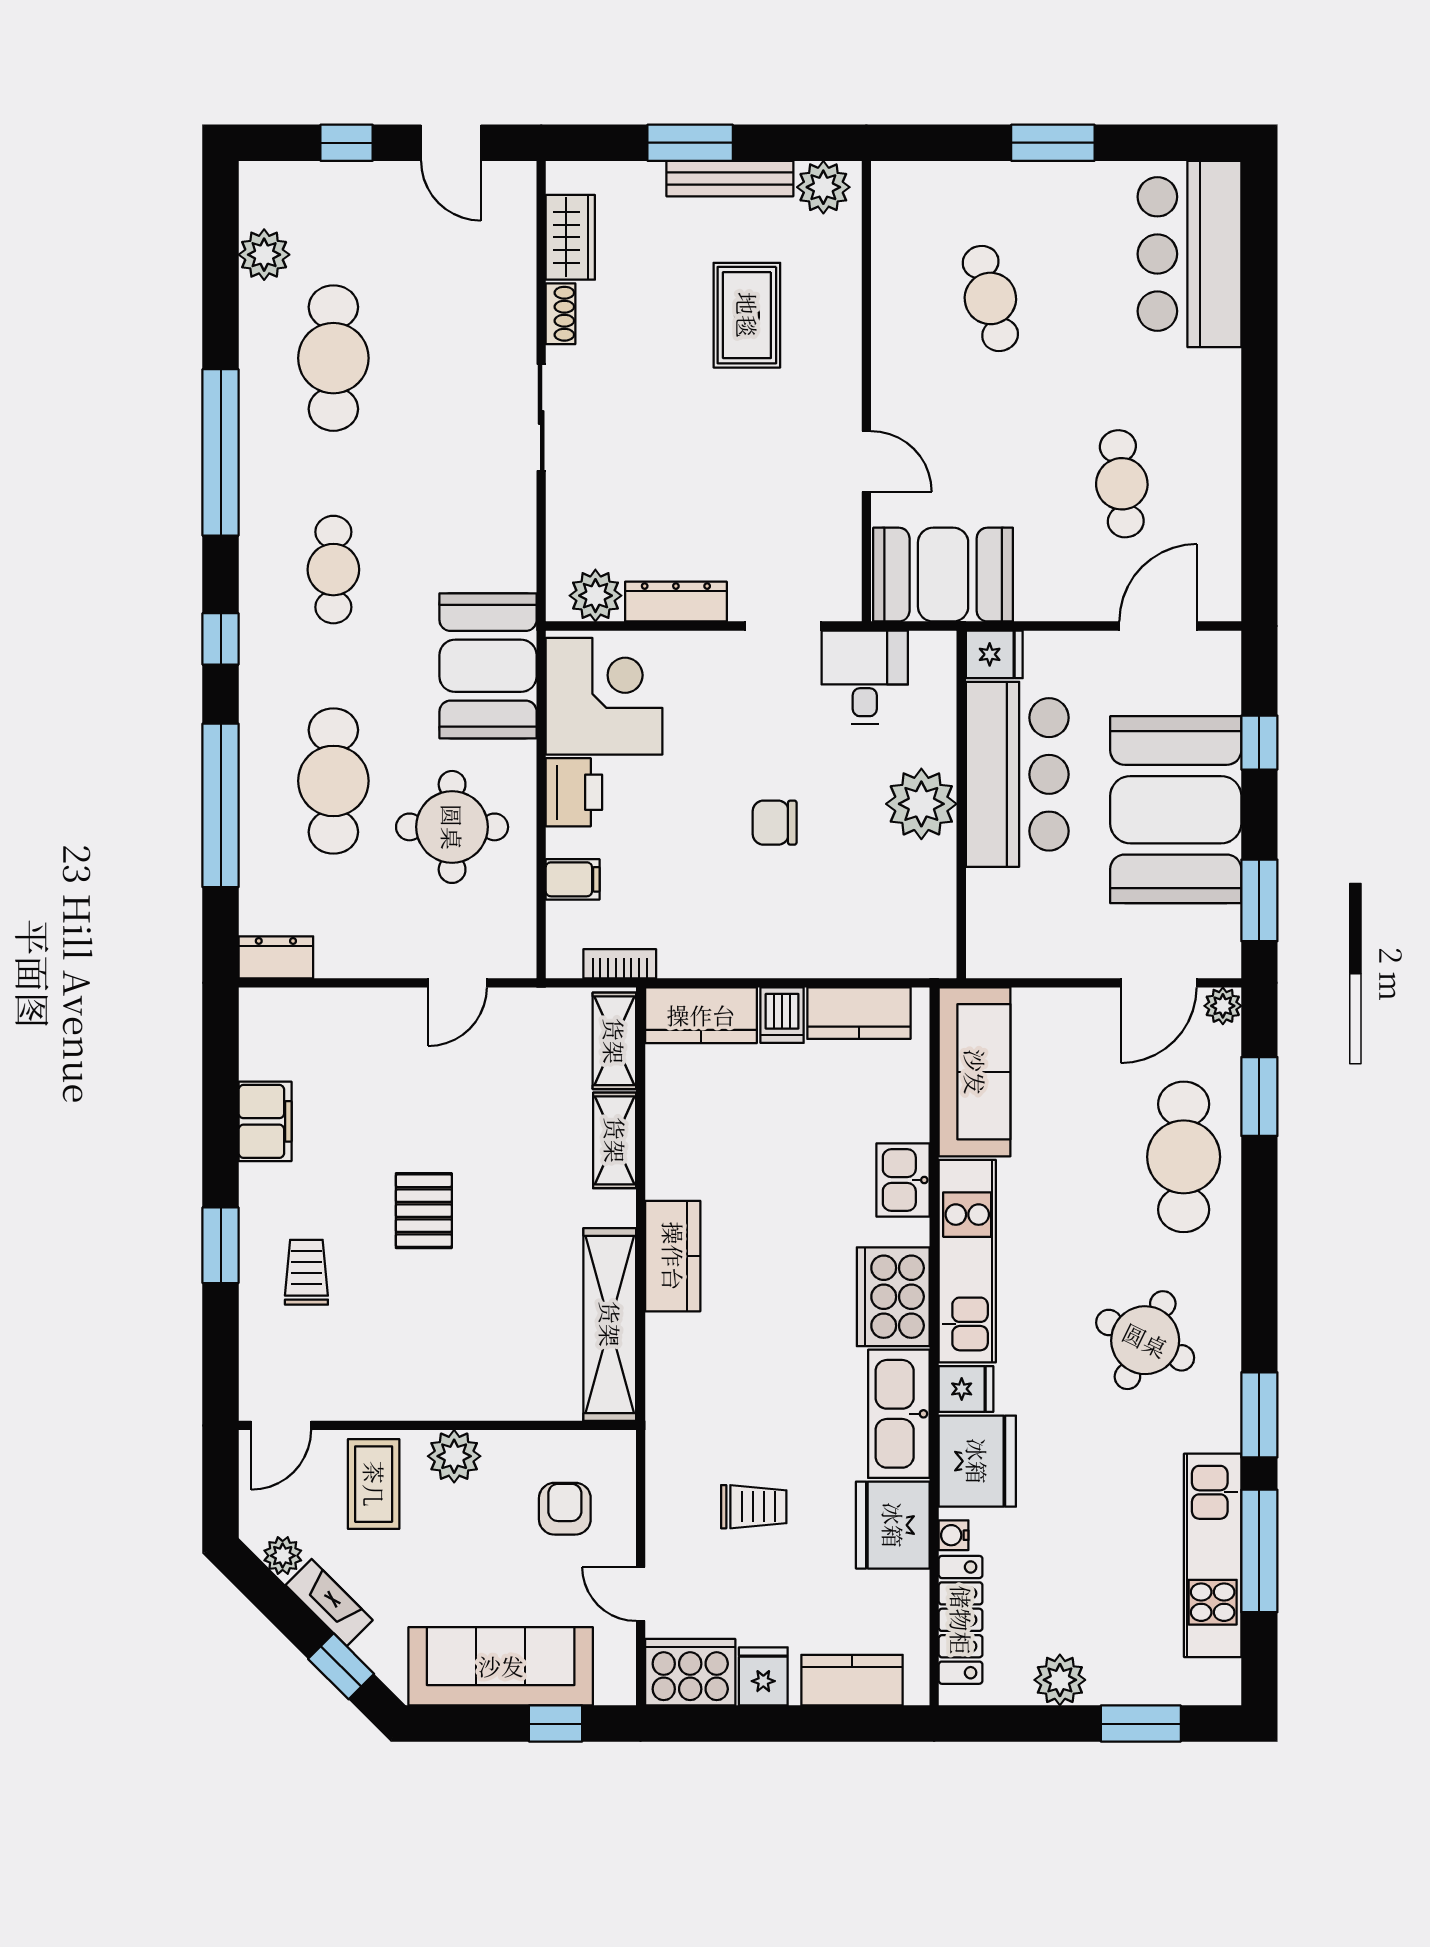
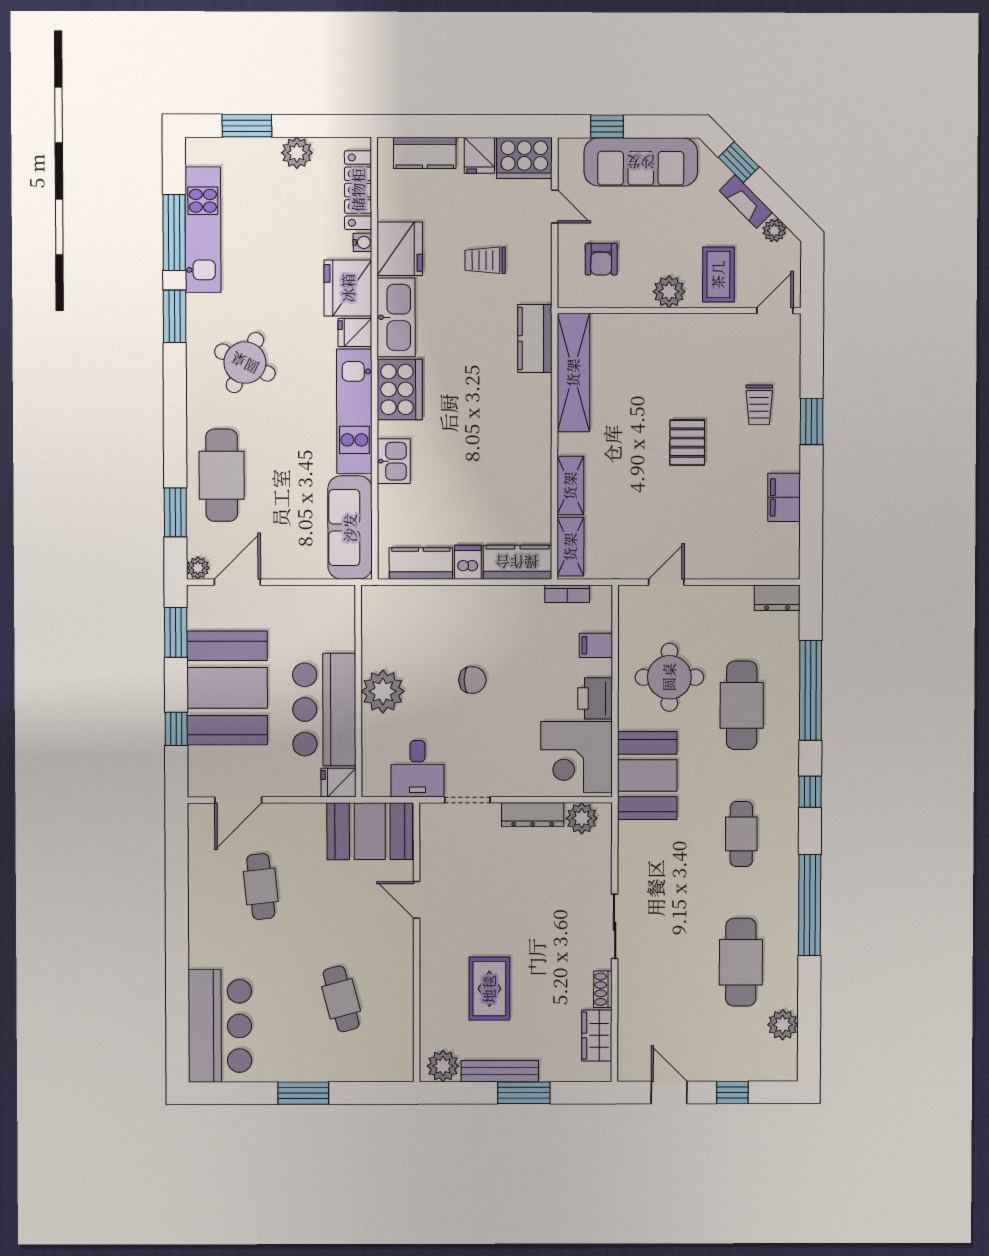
kitchen counter: (673, 1256) -> (535, 339), moved

